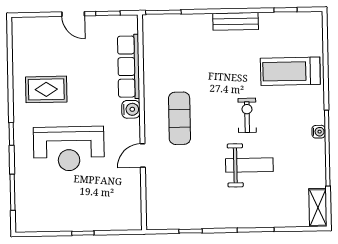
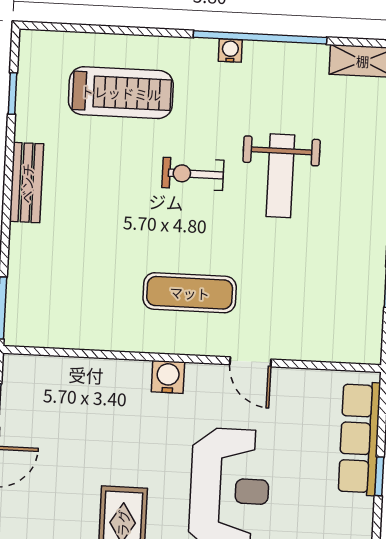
row of seats: (129, 67) -> (359, 439), moved, turned 90
treadmill: (290, 71) -> (121, 93), turned -90
weight bench: (249, 165) -> (280, 176), turned 180

